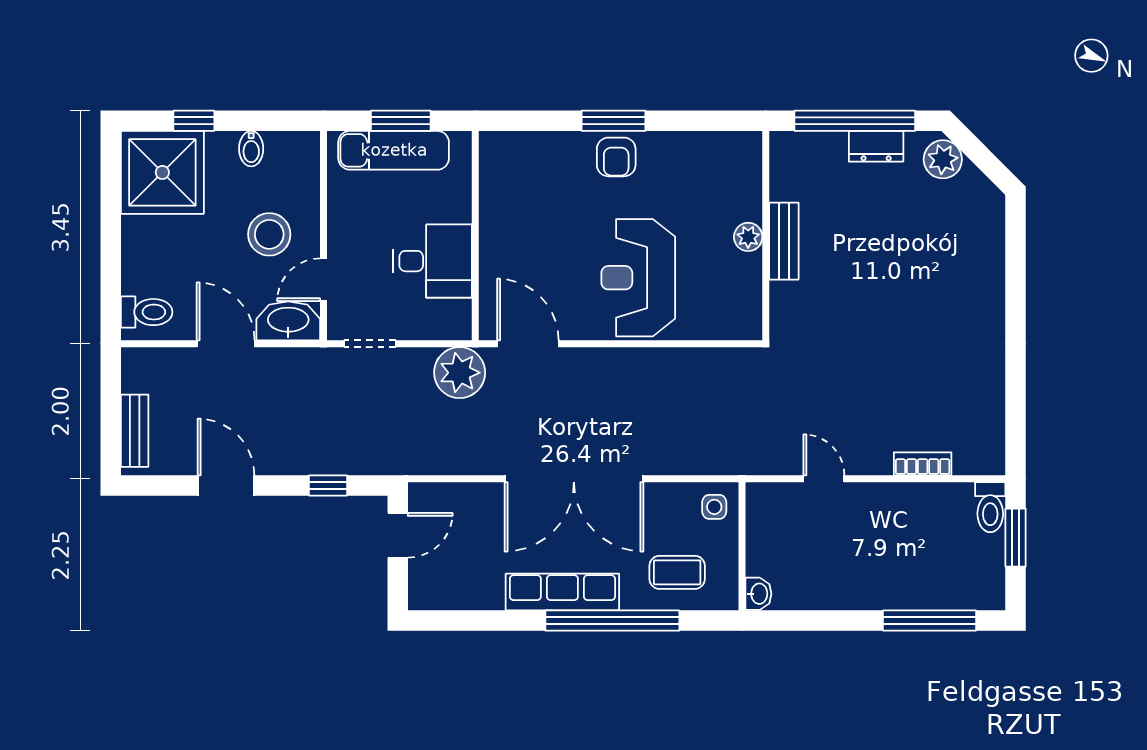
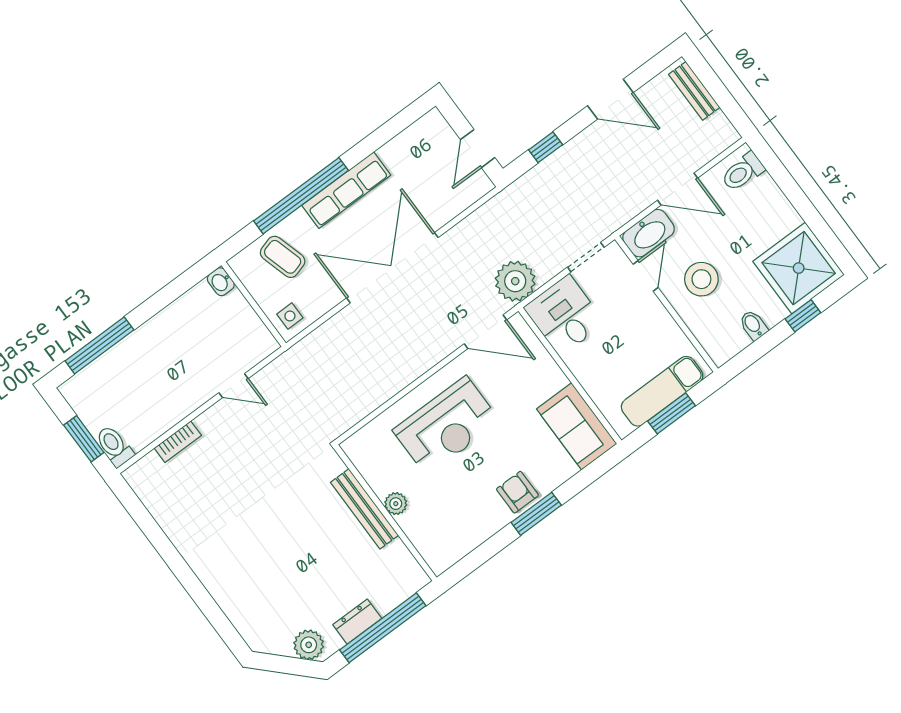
sofa: (507, 179) -> (577, 426), added
bench: (784, 241) -> (364, 509), width x1.36
desk: (433, 261) -> (564, 315), moved, turned 90
reception desk: (638, 278) -> (446, 426), turned 90
coffee table: (677, 572) -> (283, 257), turned 74

